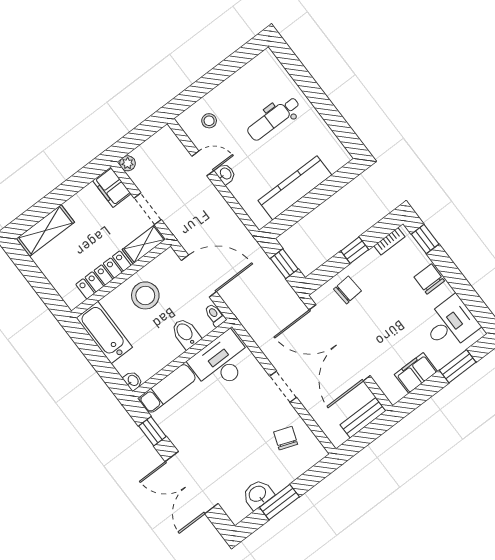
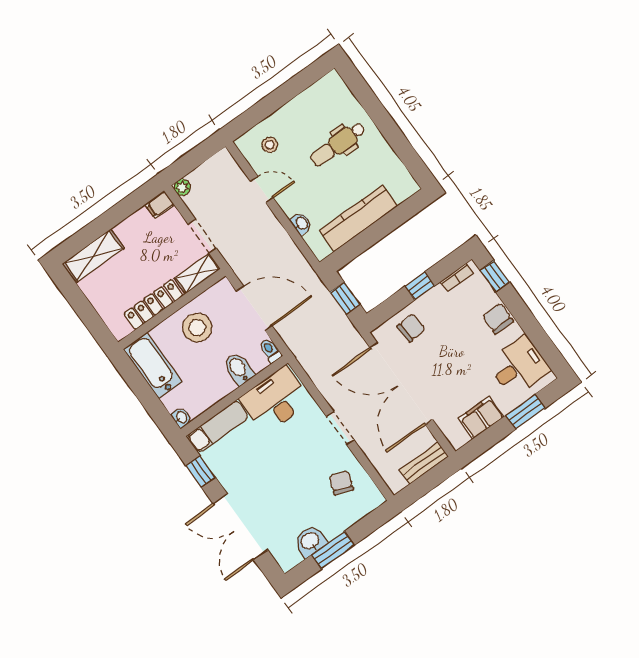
washbasin: (225, 174) -> (301, 223), moved
filing cabinet: (112, 187) -> (160, 205), width x0.50

